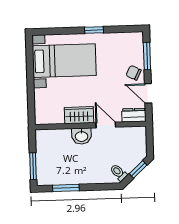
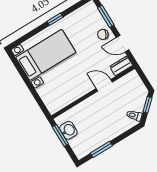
wardrobe: (79, 115) -> (80, 89), removed
washbasin: (82, 136) -> (68, 130), moved, turned -90
window: (33, 166) -> (60, 135), moved

